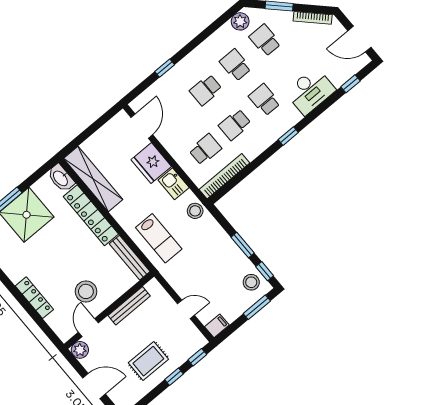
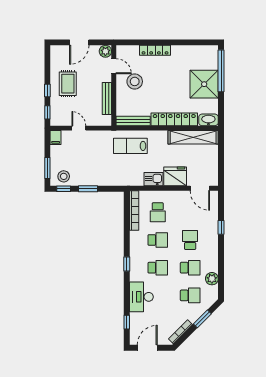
plant: (240, 21) -> (212, 279), moved
school desk: (235, 125) -> (158, 240), turned 90
stool: (195, 211) -> (129, 178), removed
door: (186, 309) -> (79, 128), swing flipped

